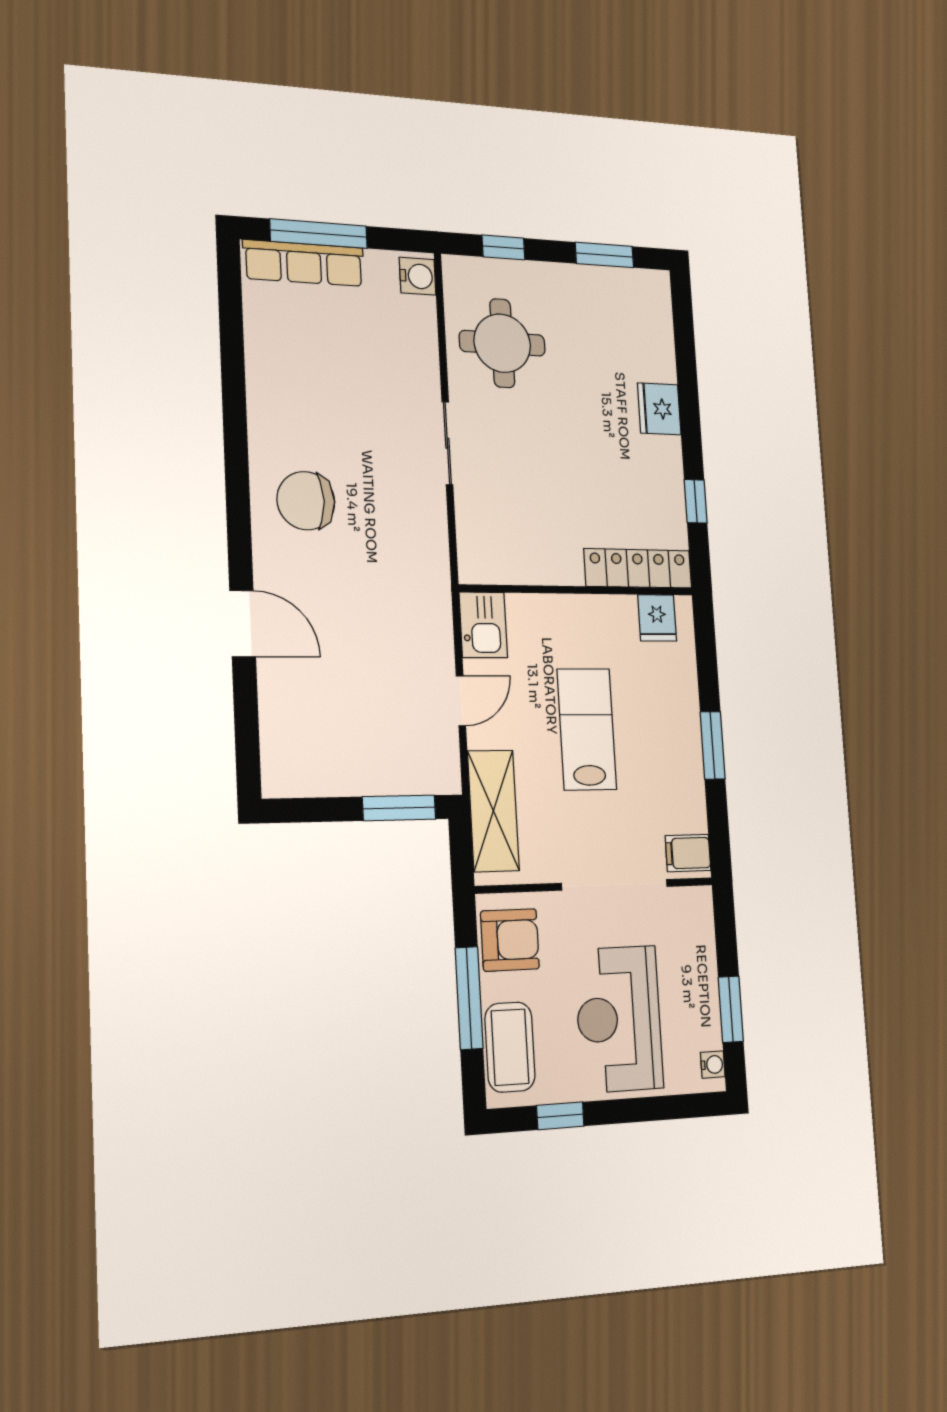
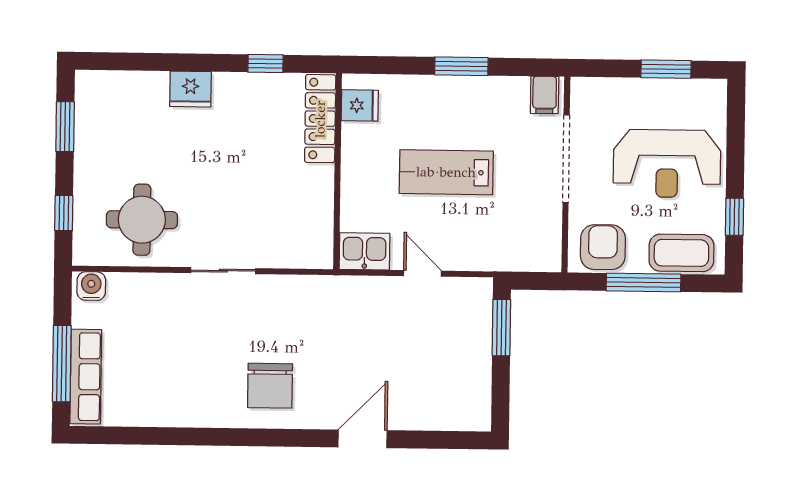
shelving: (493, 811) -> (506, 253), removed
water cooler: (713, 1065) -> (707, 88), removed

